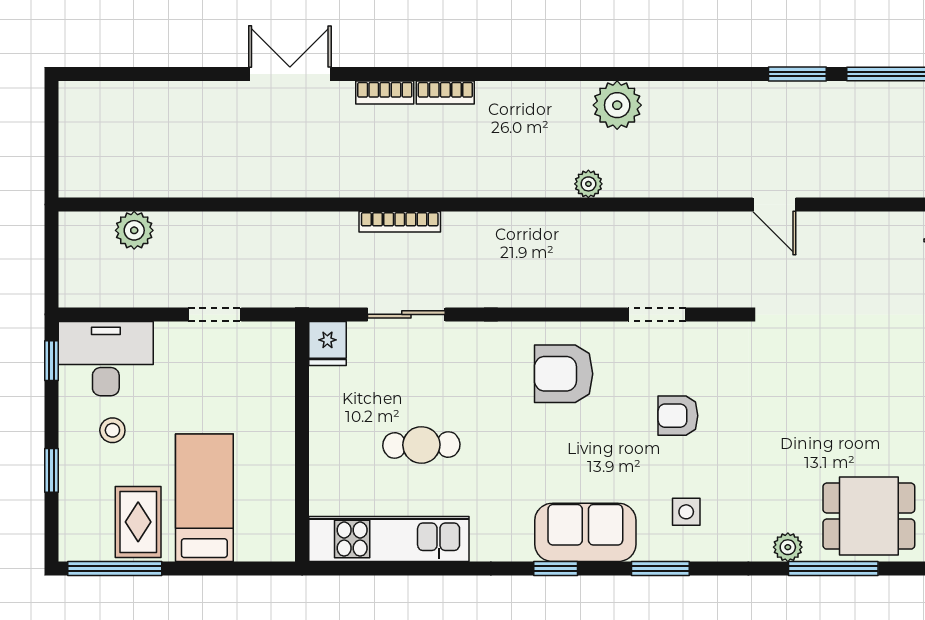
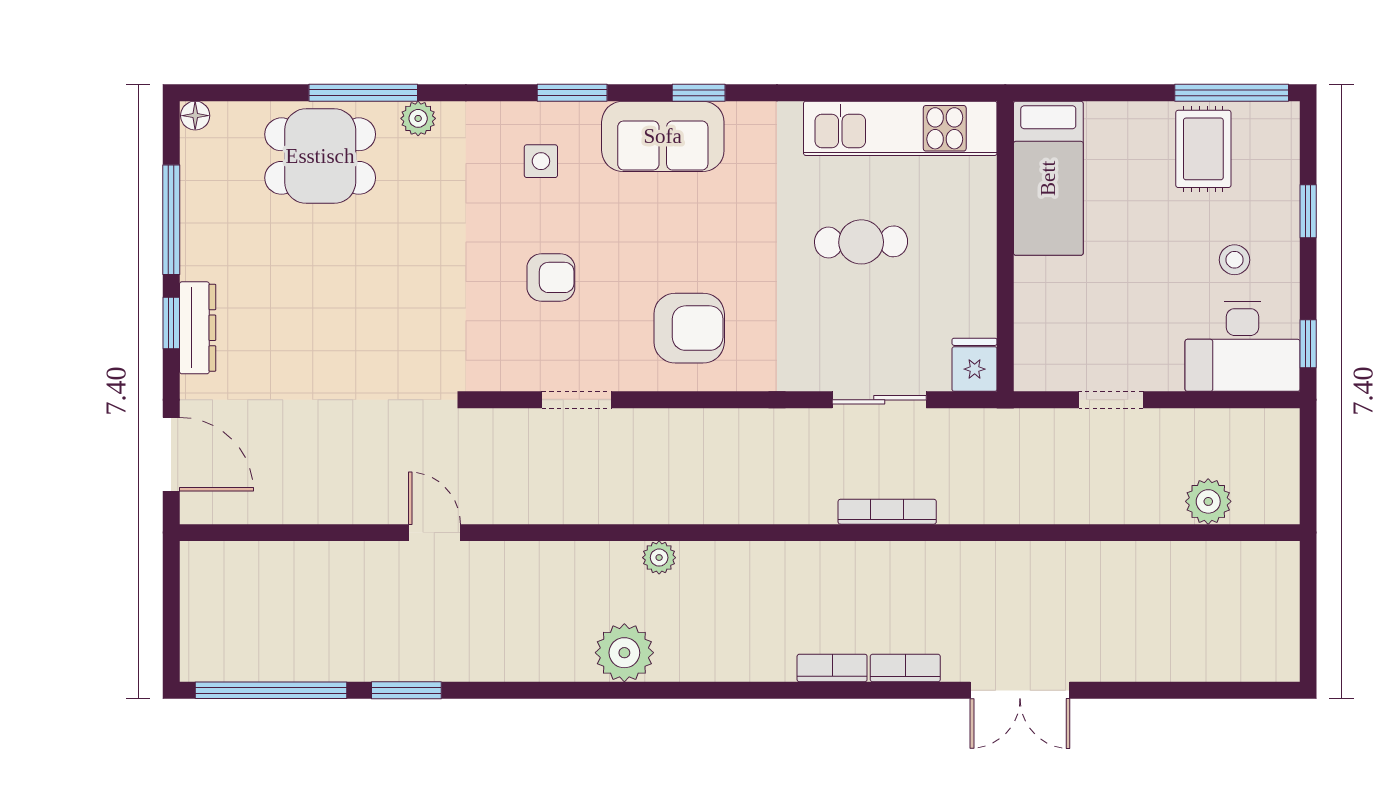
bed: (204, 498) -> (1048, 178), moved

